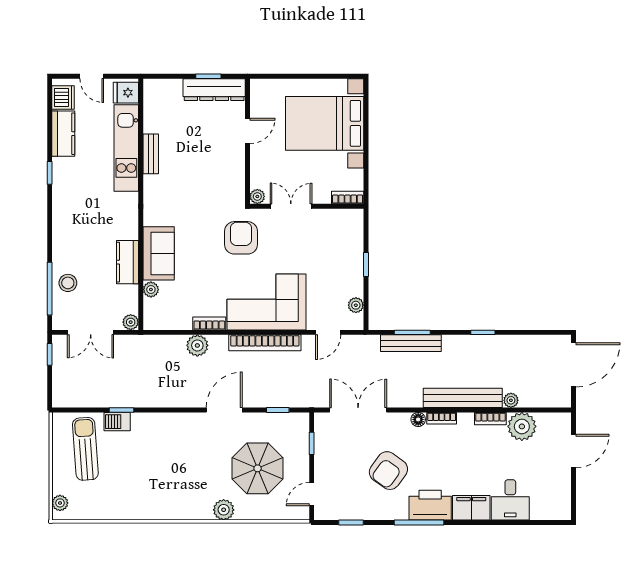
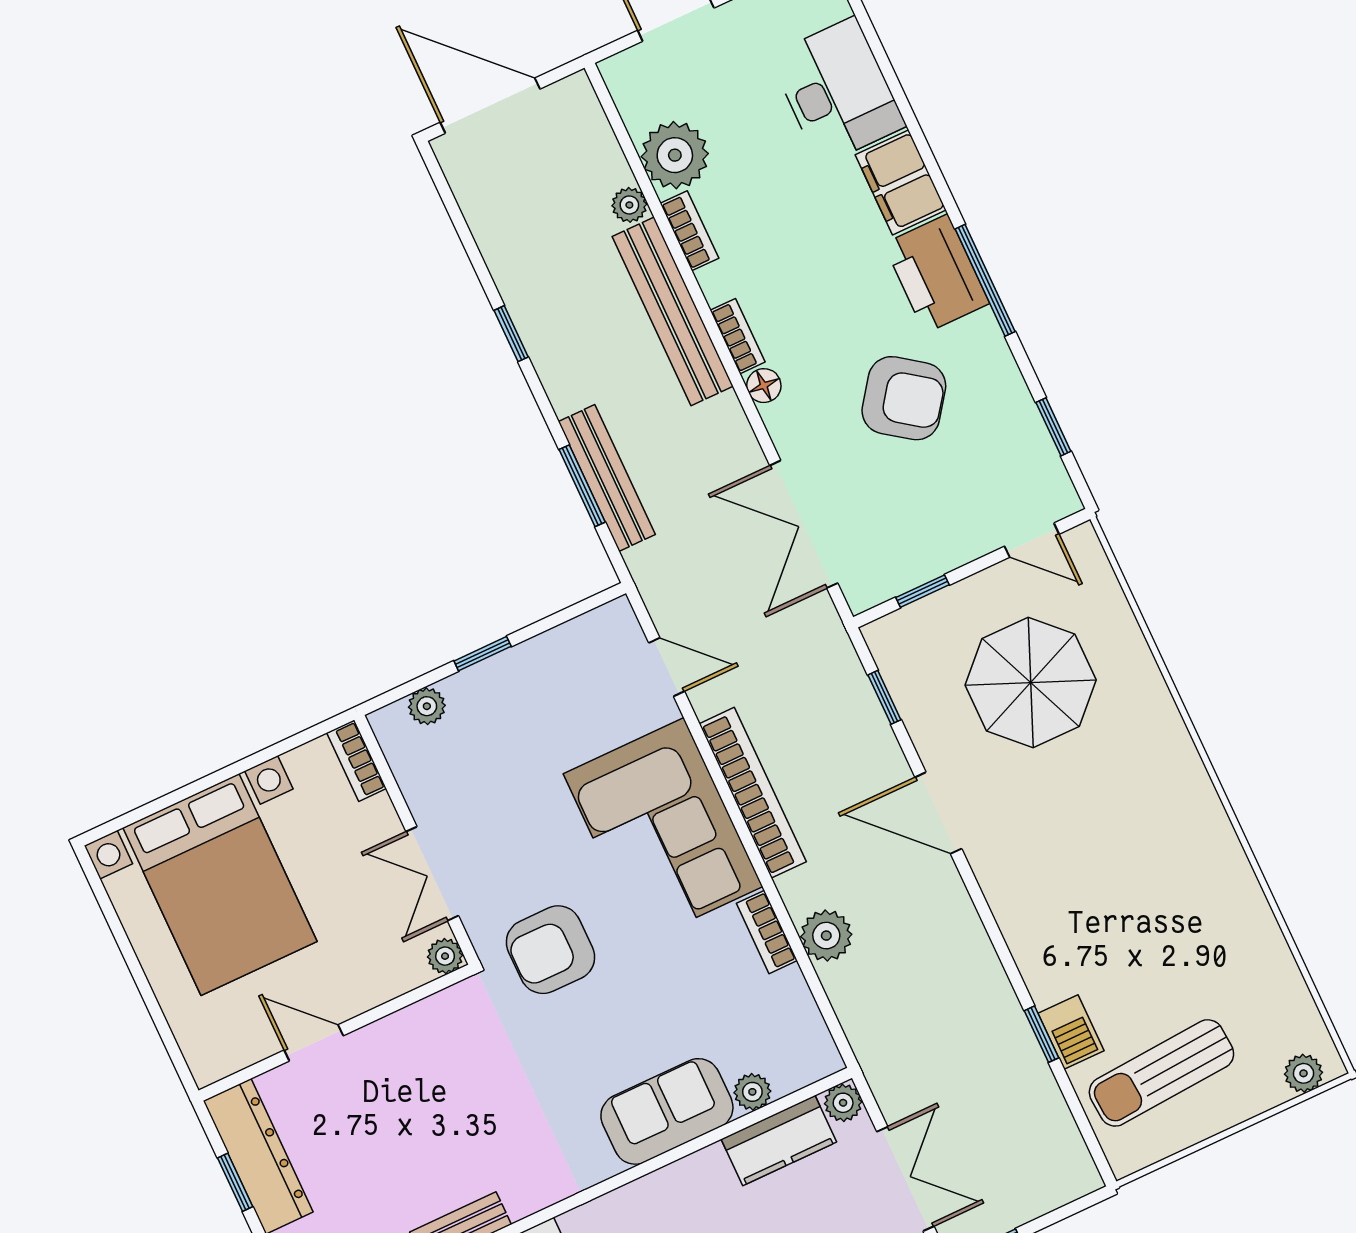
kitchen counter: (128, 262) -> (779, 1141), moved
plant: (356, 305) -> (427, 706), moved
desk: (510, 500) -> (837, 91), width x1.37
plant: (224, 510) -> (1154, 714), removed

